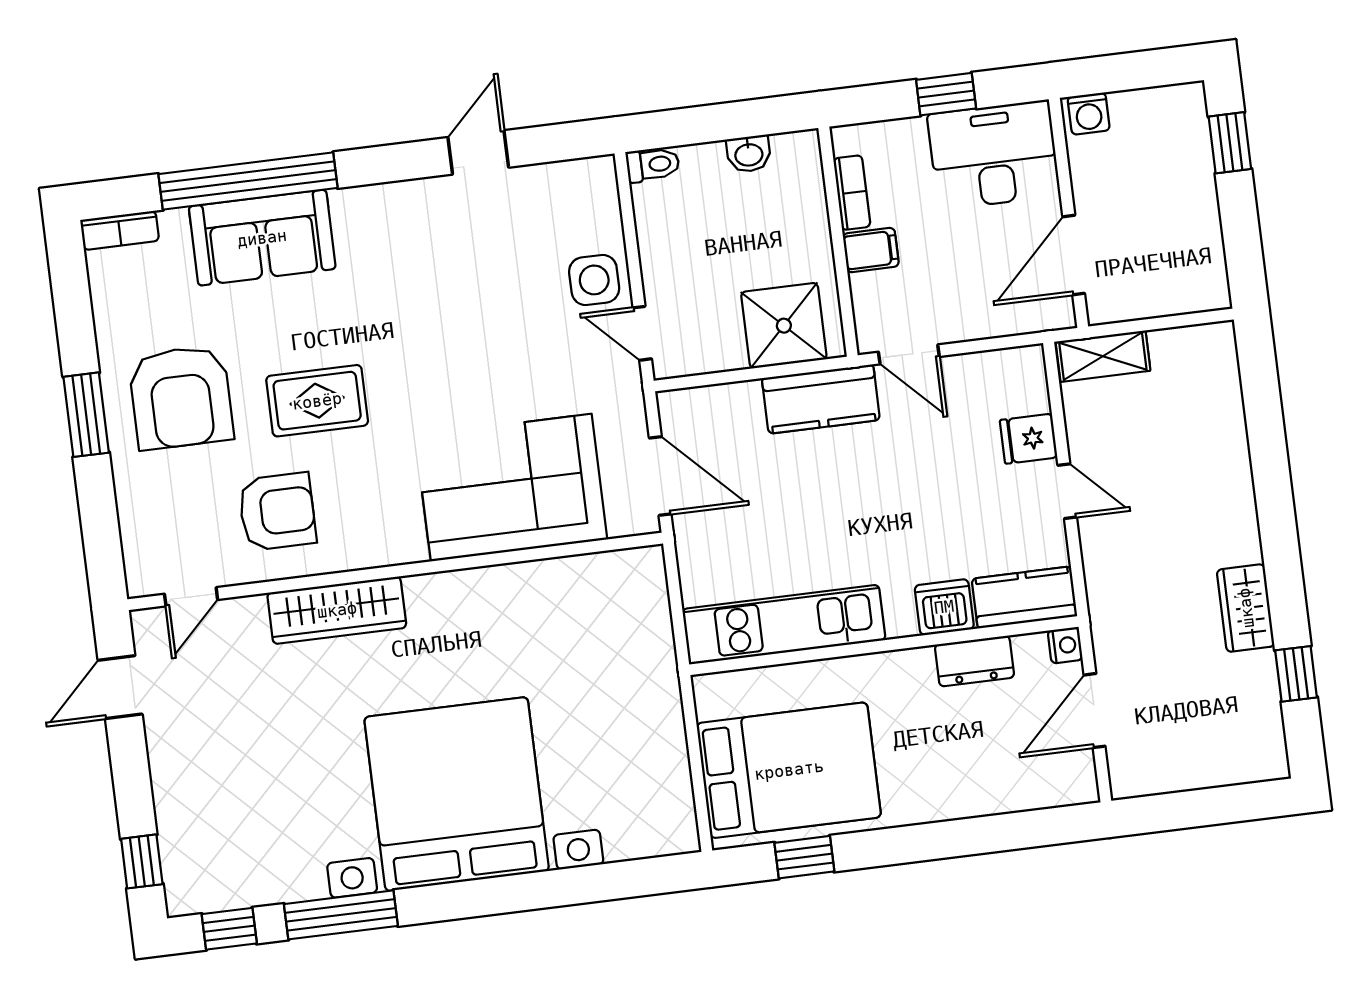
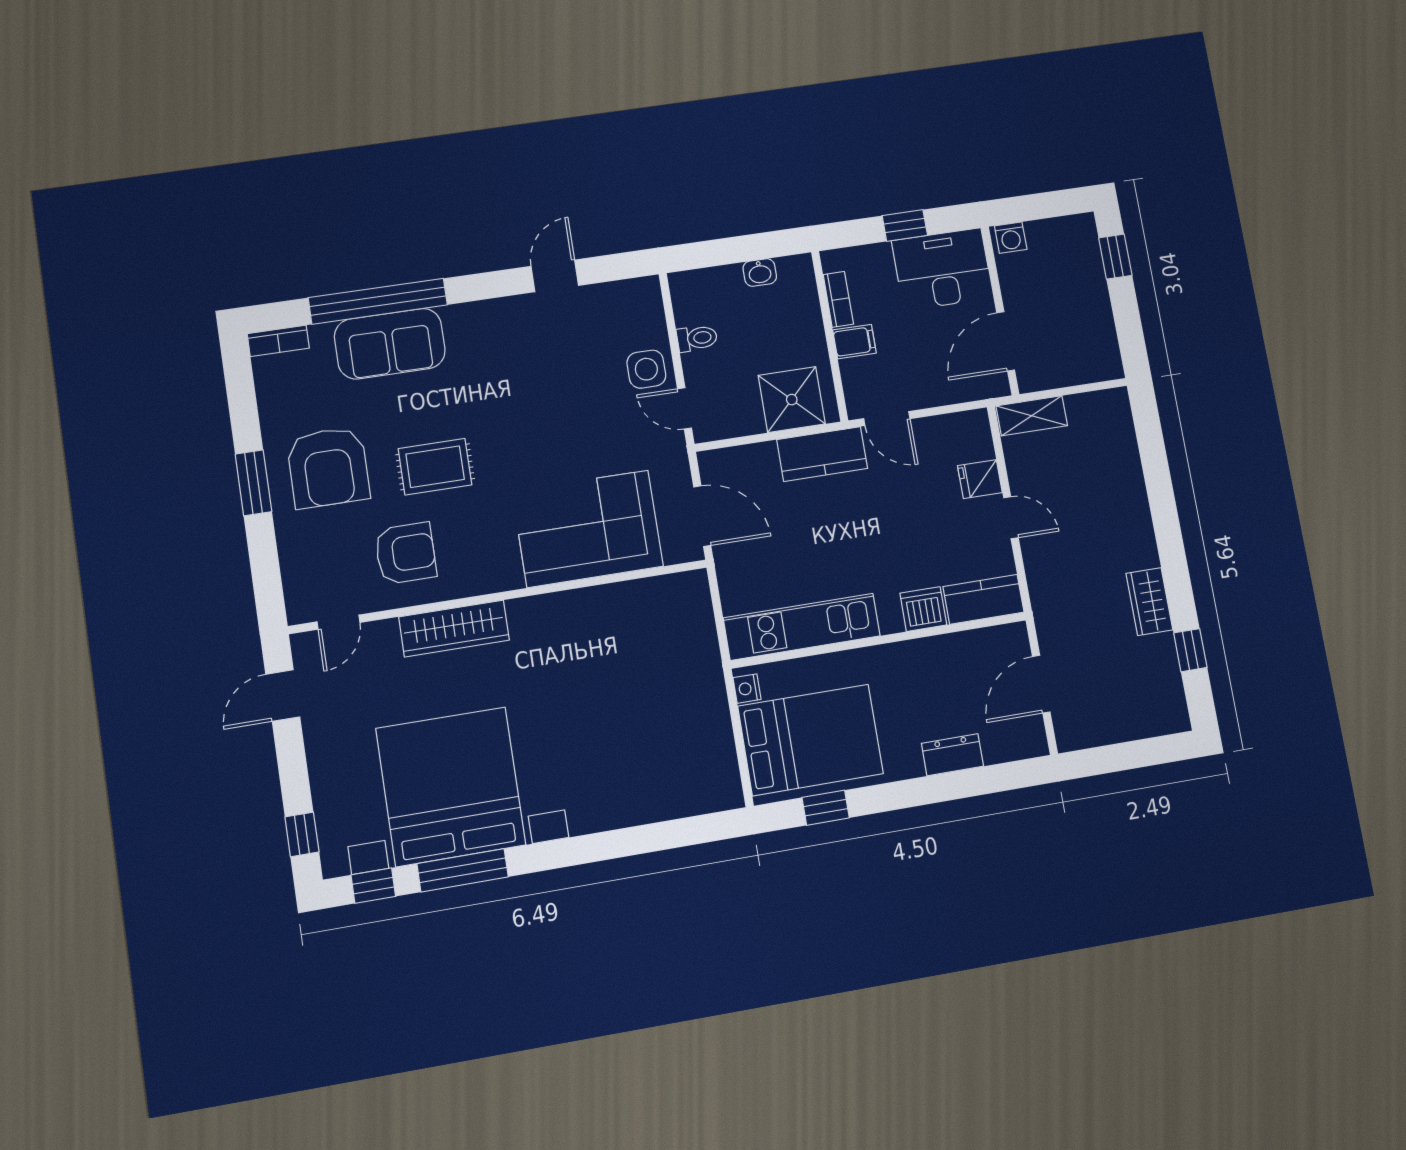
toilet: (653, 165) -> (697, 338), moved
nightstand: (1065, 645) -> (747, 689), moved, turned 180
dresser: (974, 661) -> (953, 755), moved, turned 180
bed with nightstands: (457, 794) -> (451, 787), moved

